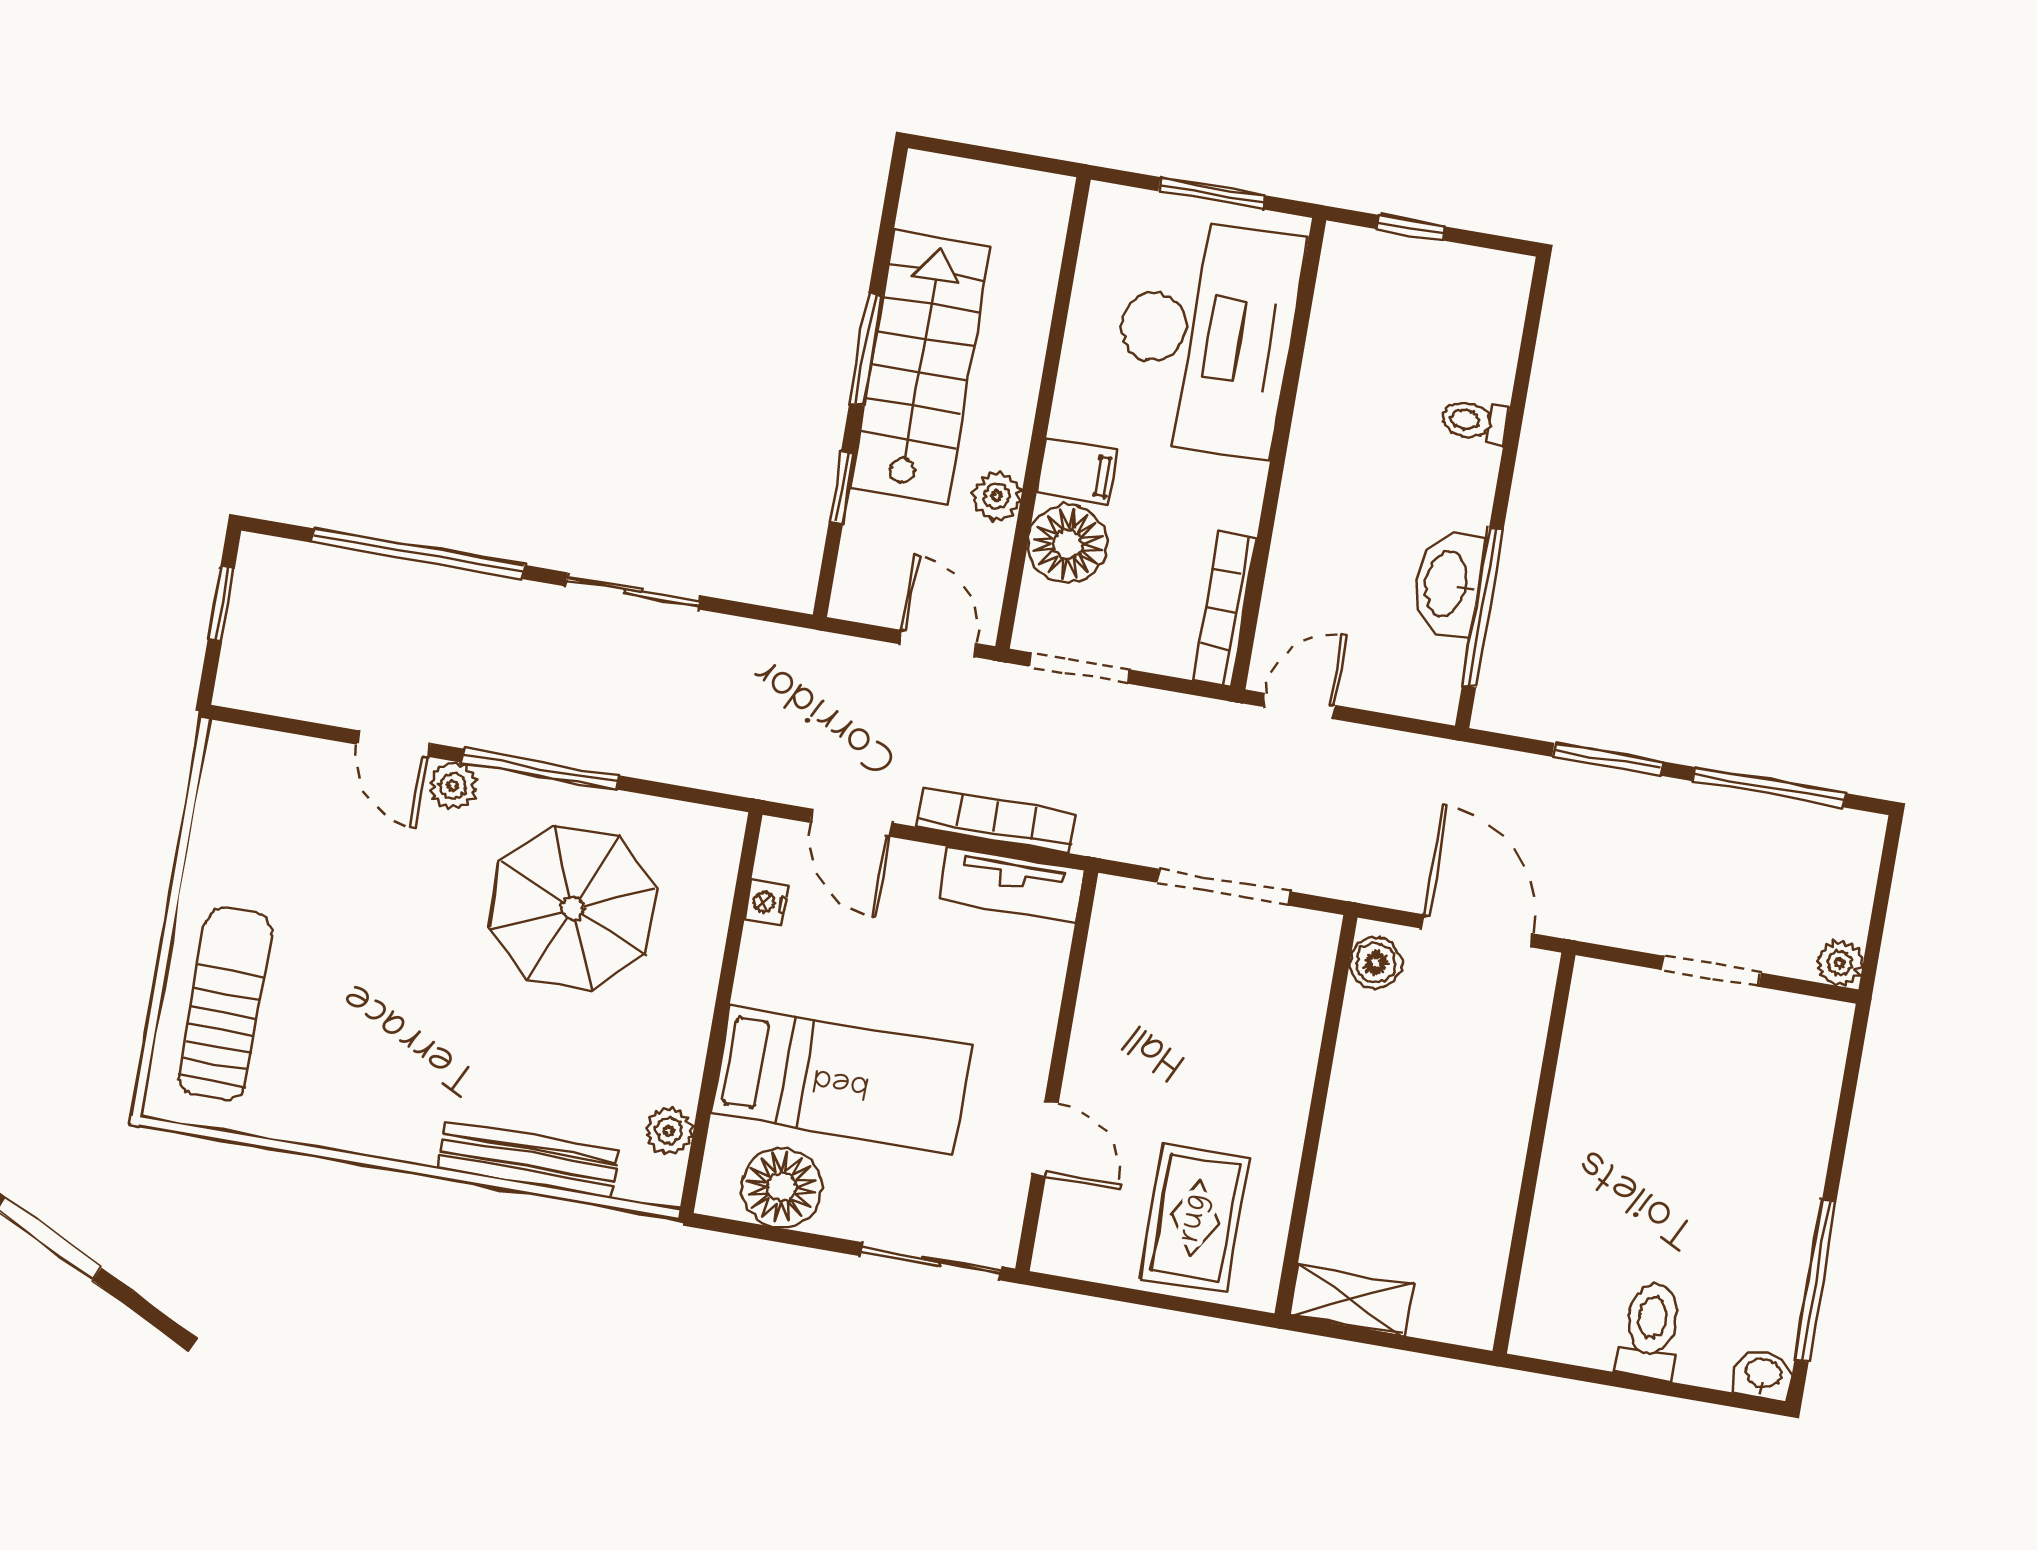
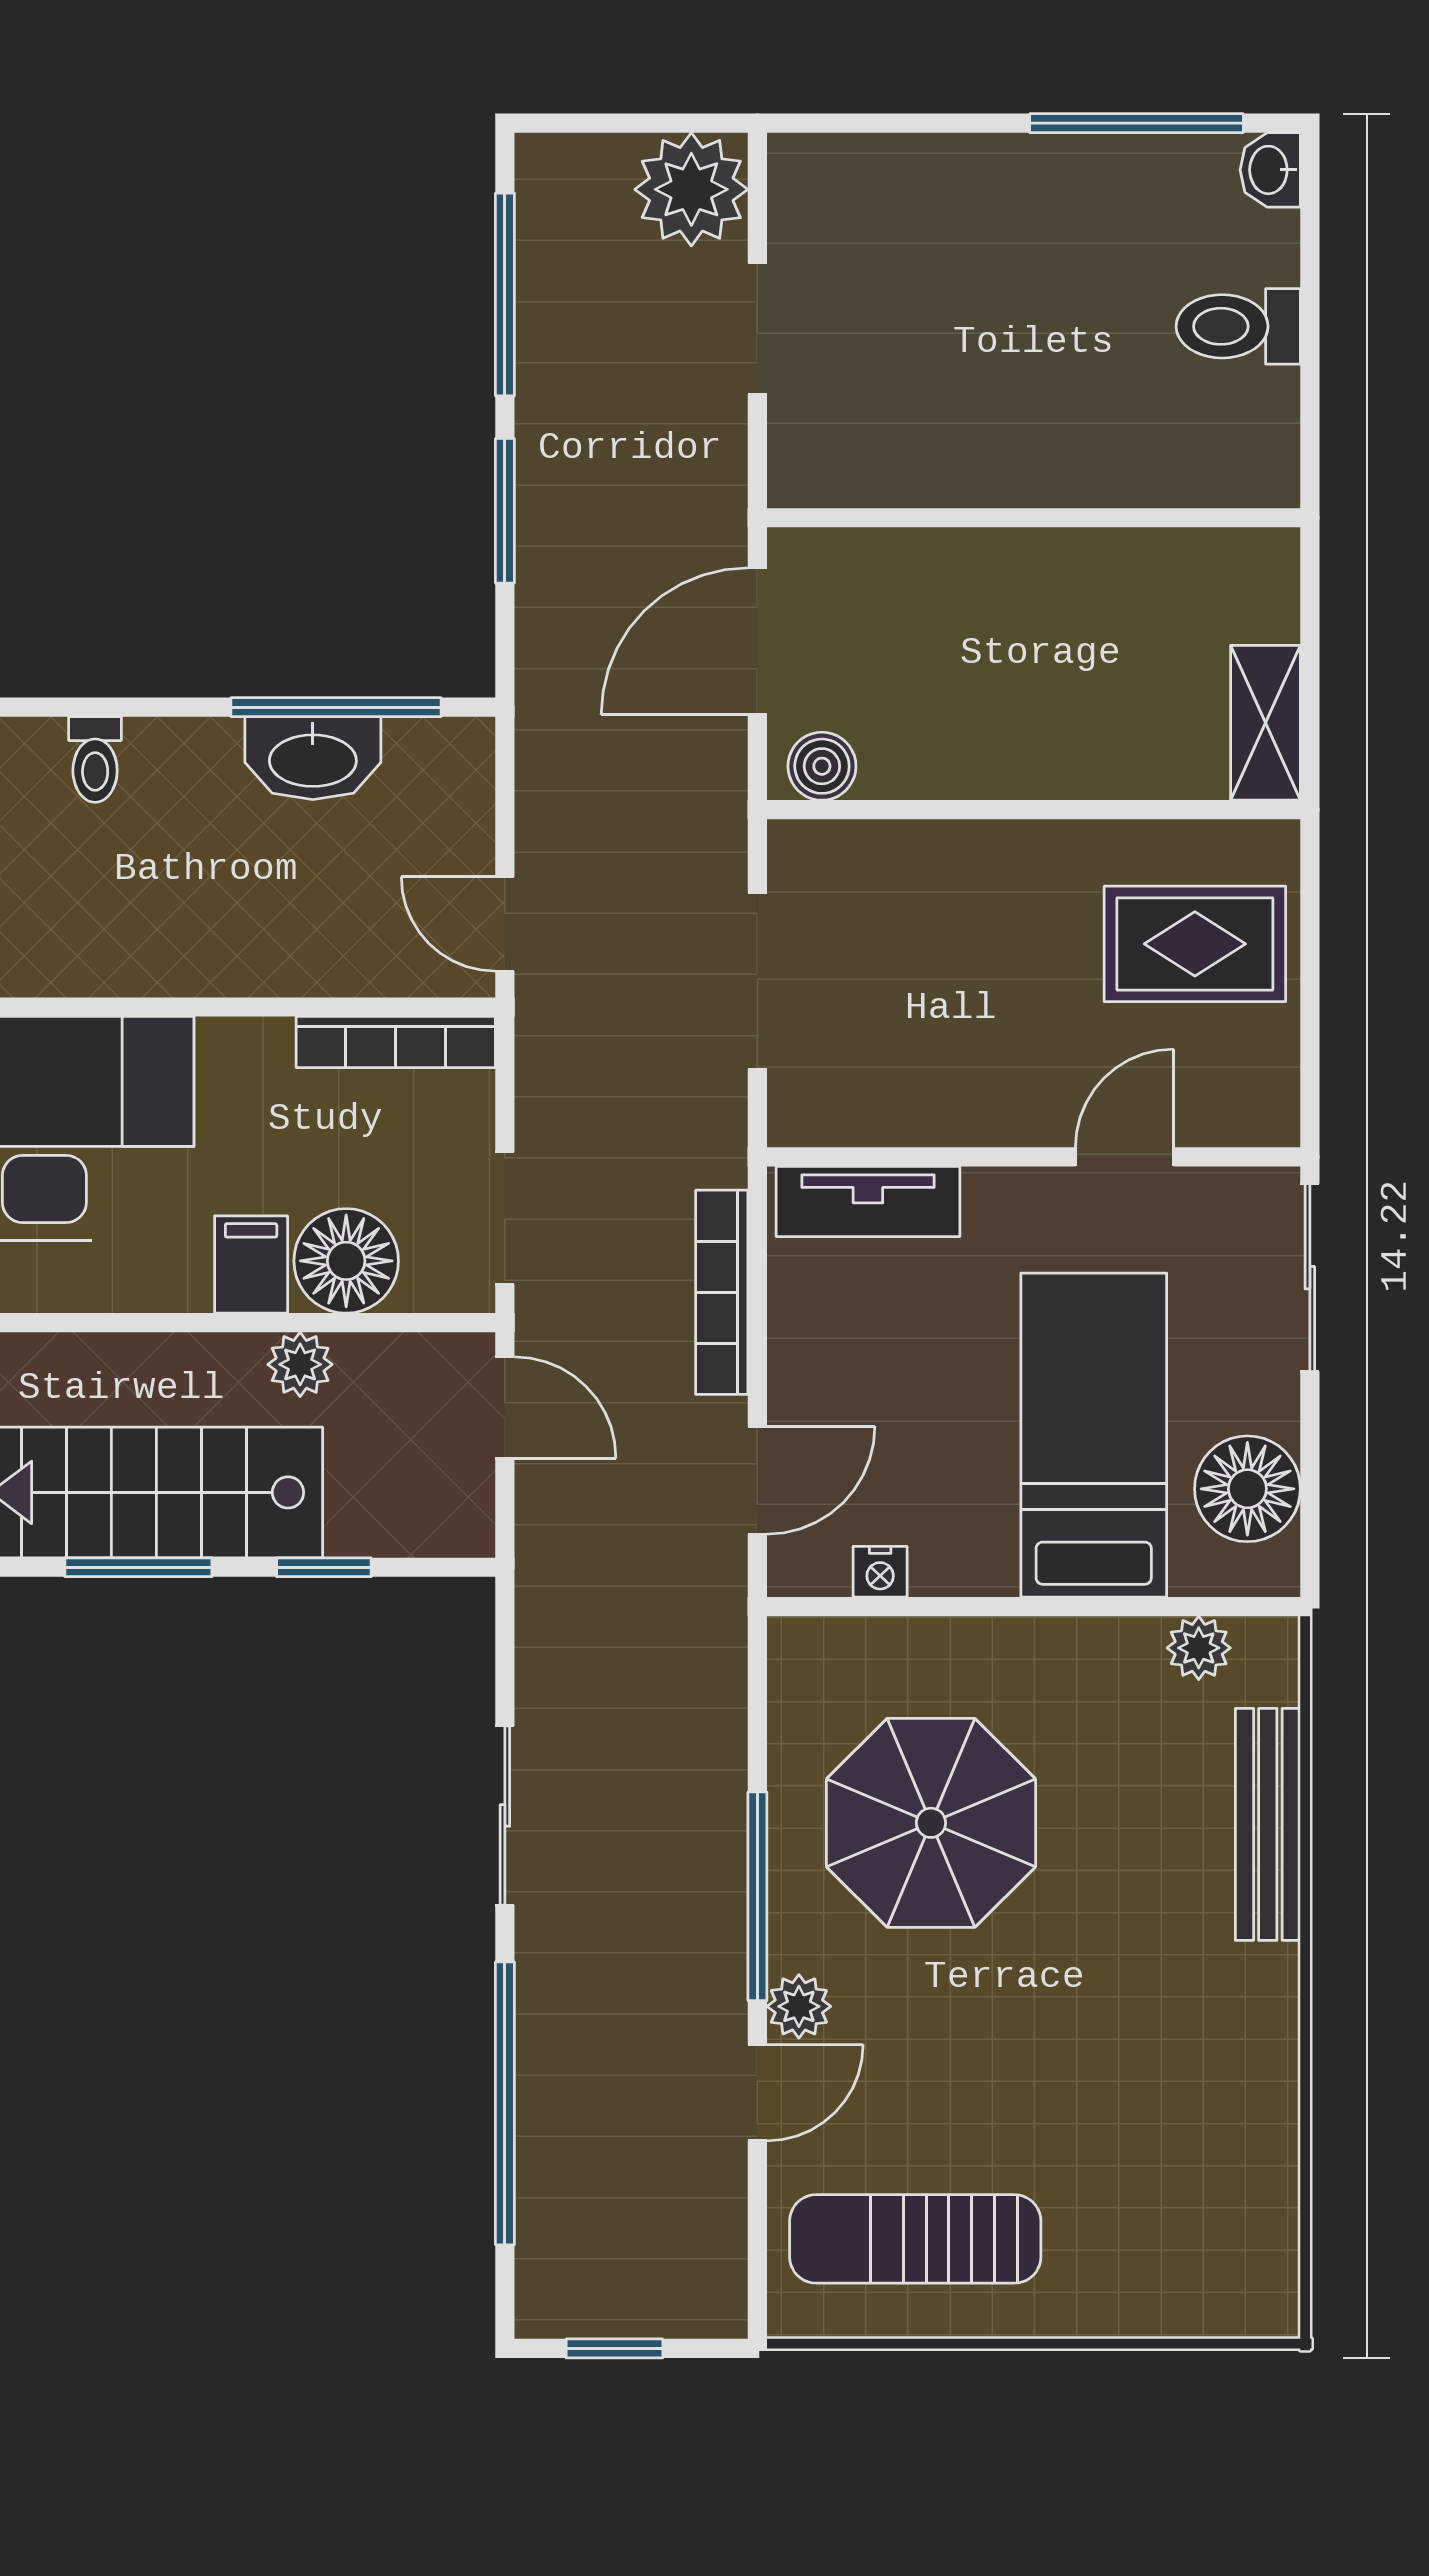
door: (938, 644) -> (505, 1408), swing flipped
tv unit: (1011, 885) -> (868, 1201), moved, turned 90
plant: (1840, 963) -> (691, 189), width x1.88, depth x1.88
sun lounger: (225, 1004) -> (915, 2239), moved

